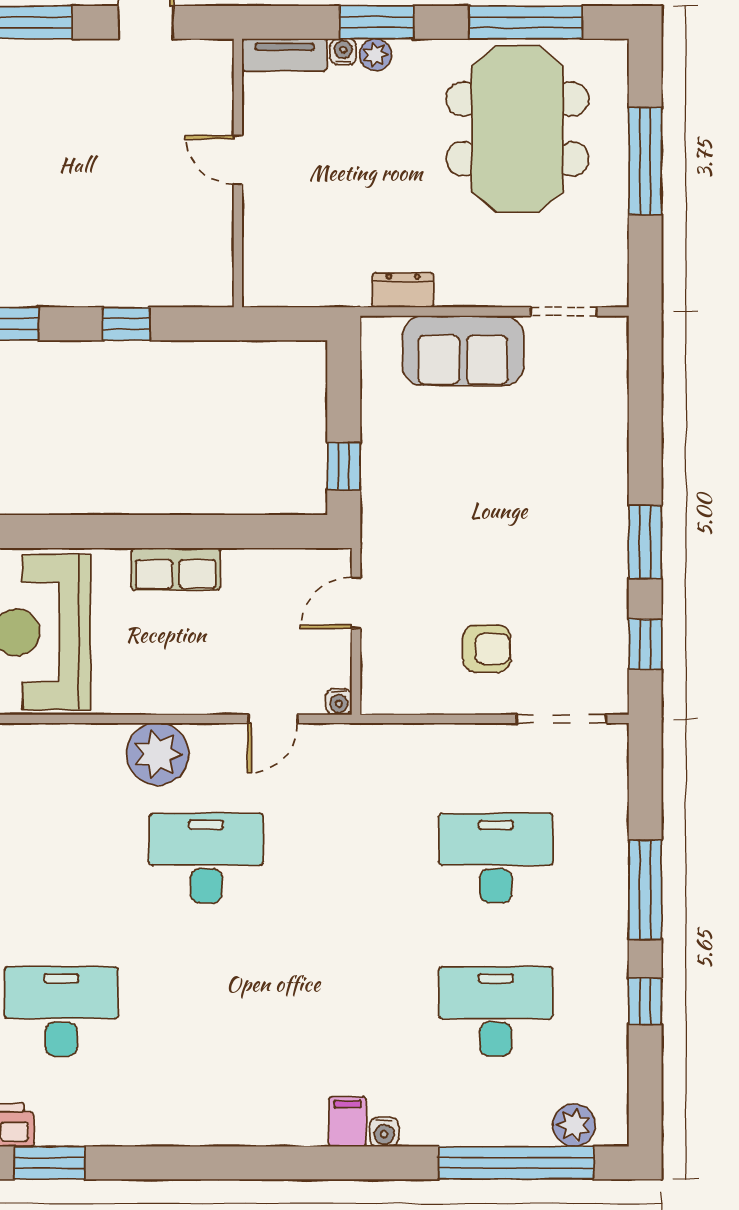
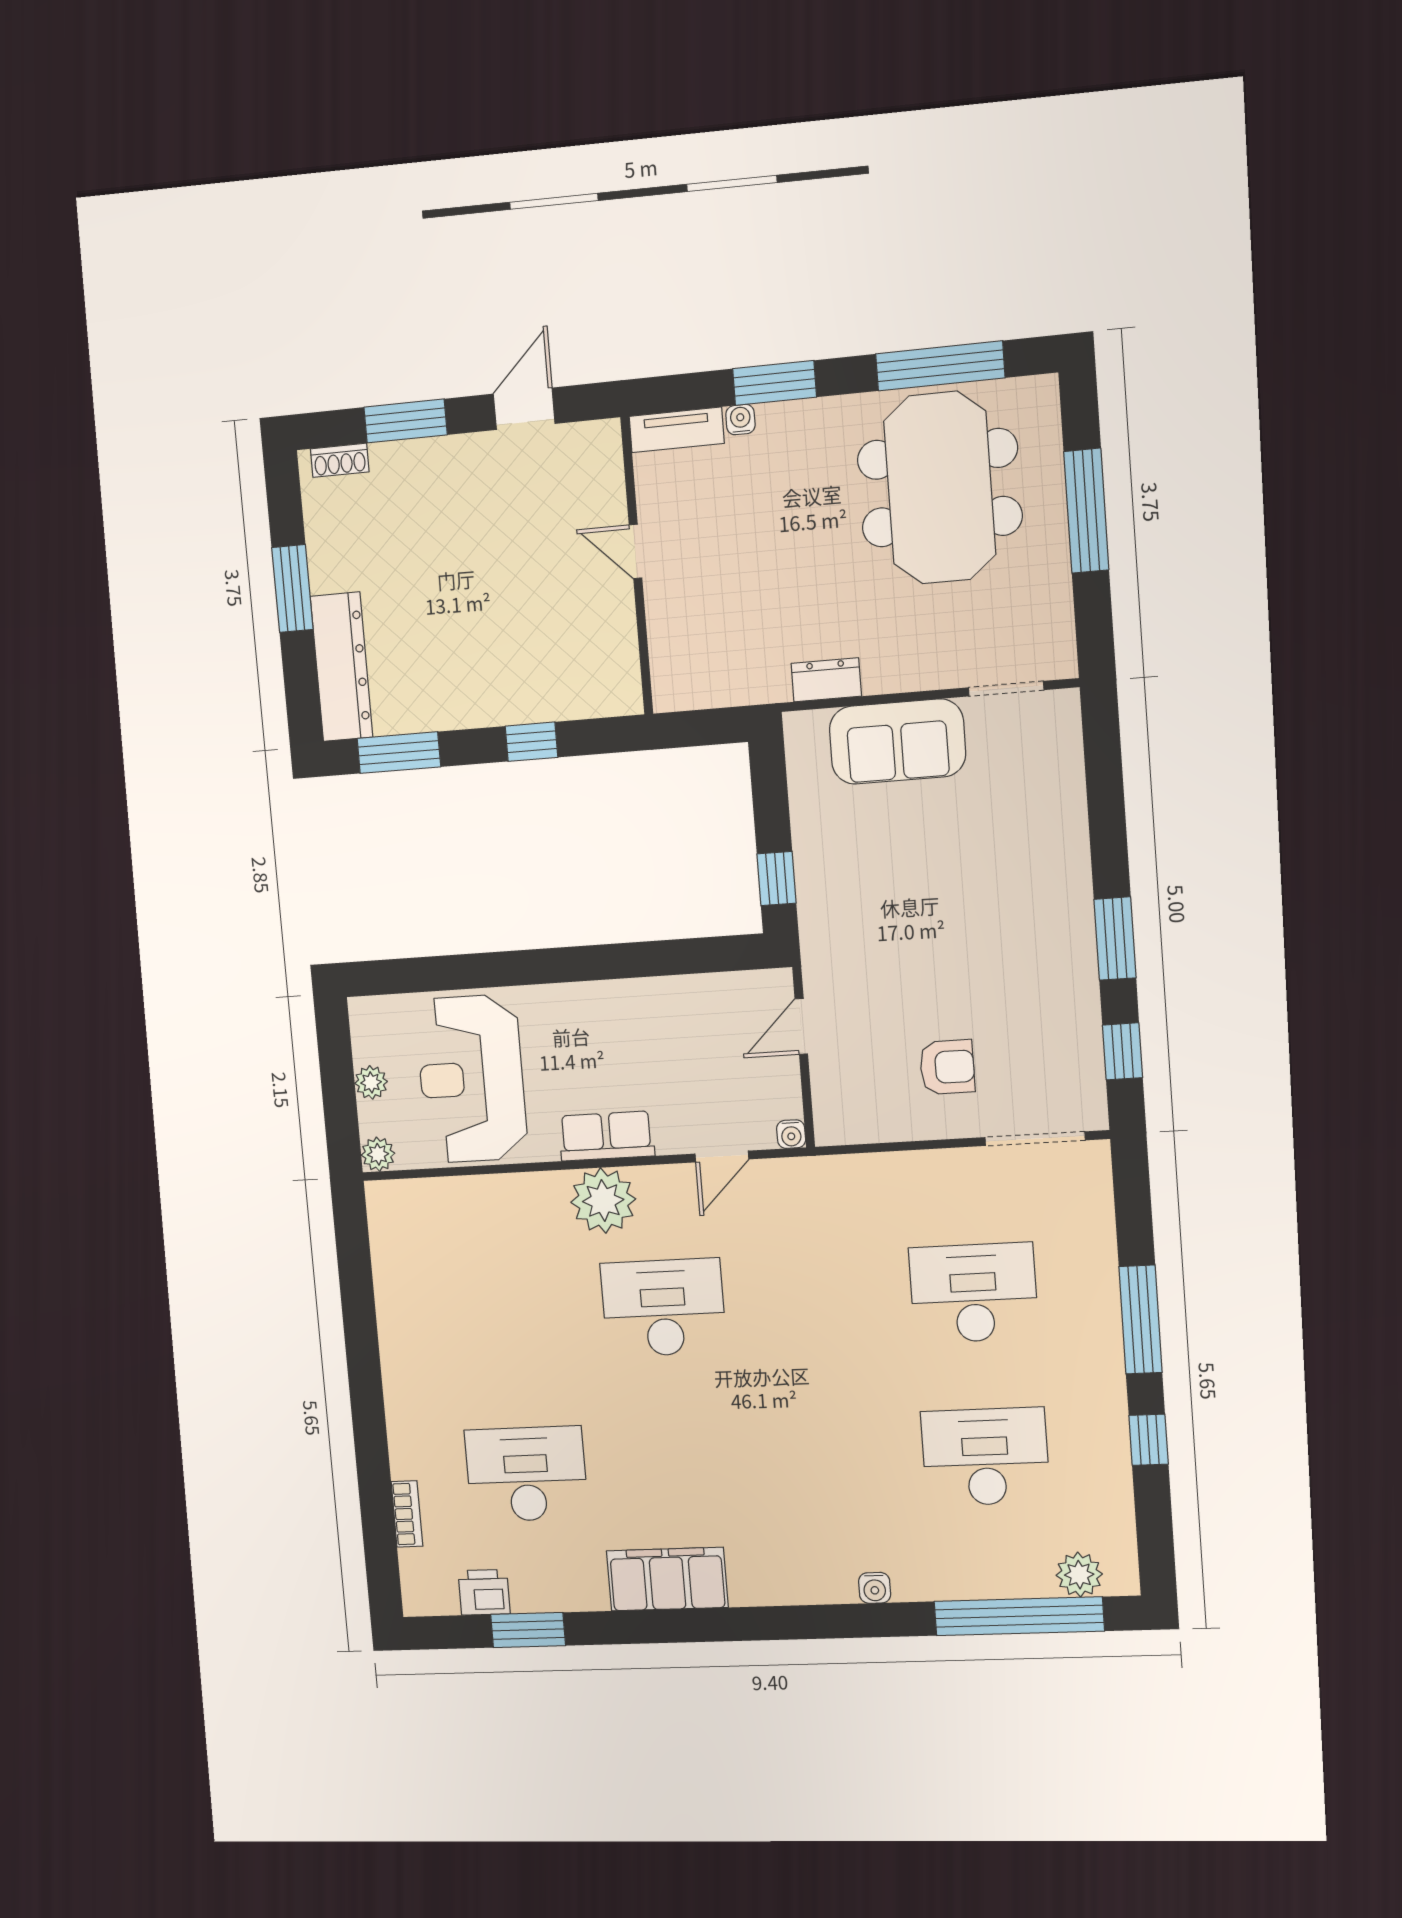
plant: (375, 55) -> (776, 419), removed
row of seats: (176, 569) -> (606, 1136), moved, turned 180
filing cabinet: (348, 1122) -> (667, 1579), moved, width x3.00, depth x1.17

